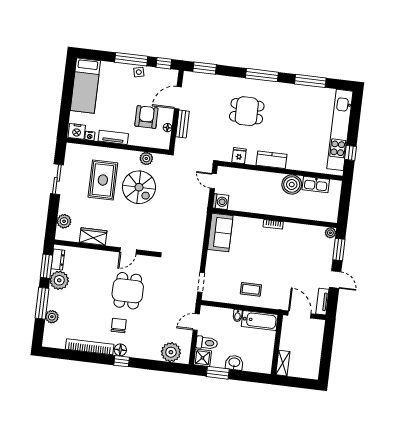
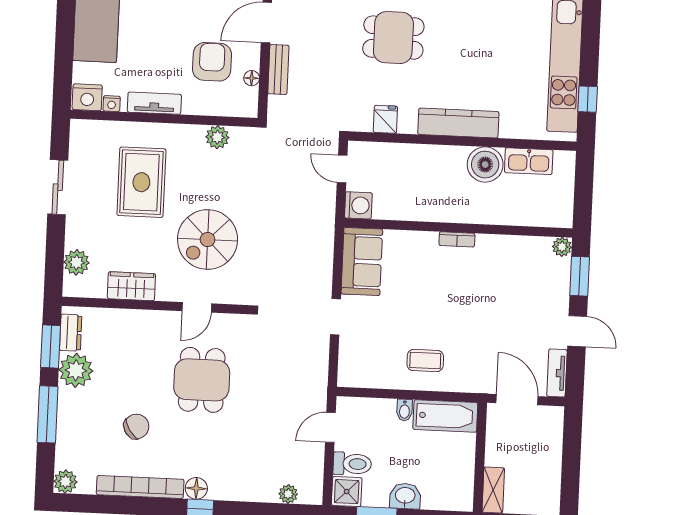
kitchen counter: (271, 160) -> (458, 123), width x1.50
spiral stairs: (139, 187) -> (208, 240), moved, turned 90
doorway: (201, 282) -> (335, 317), moved
plant: (52, 317) -> (65, 482), moved
chair: (119, 326) -> (136, 426), moved, turned 57
plant: (171, 352) -> (288, 494), width x0.53, depth x0.53

